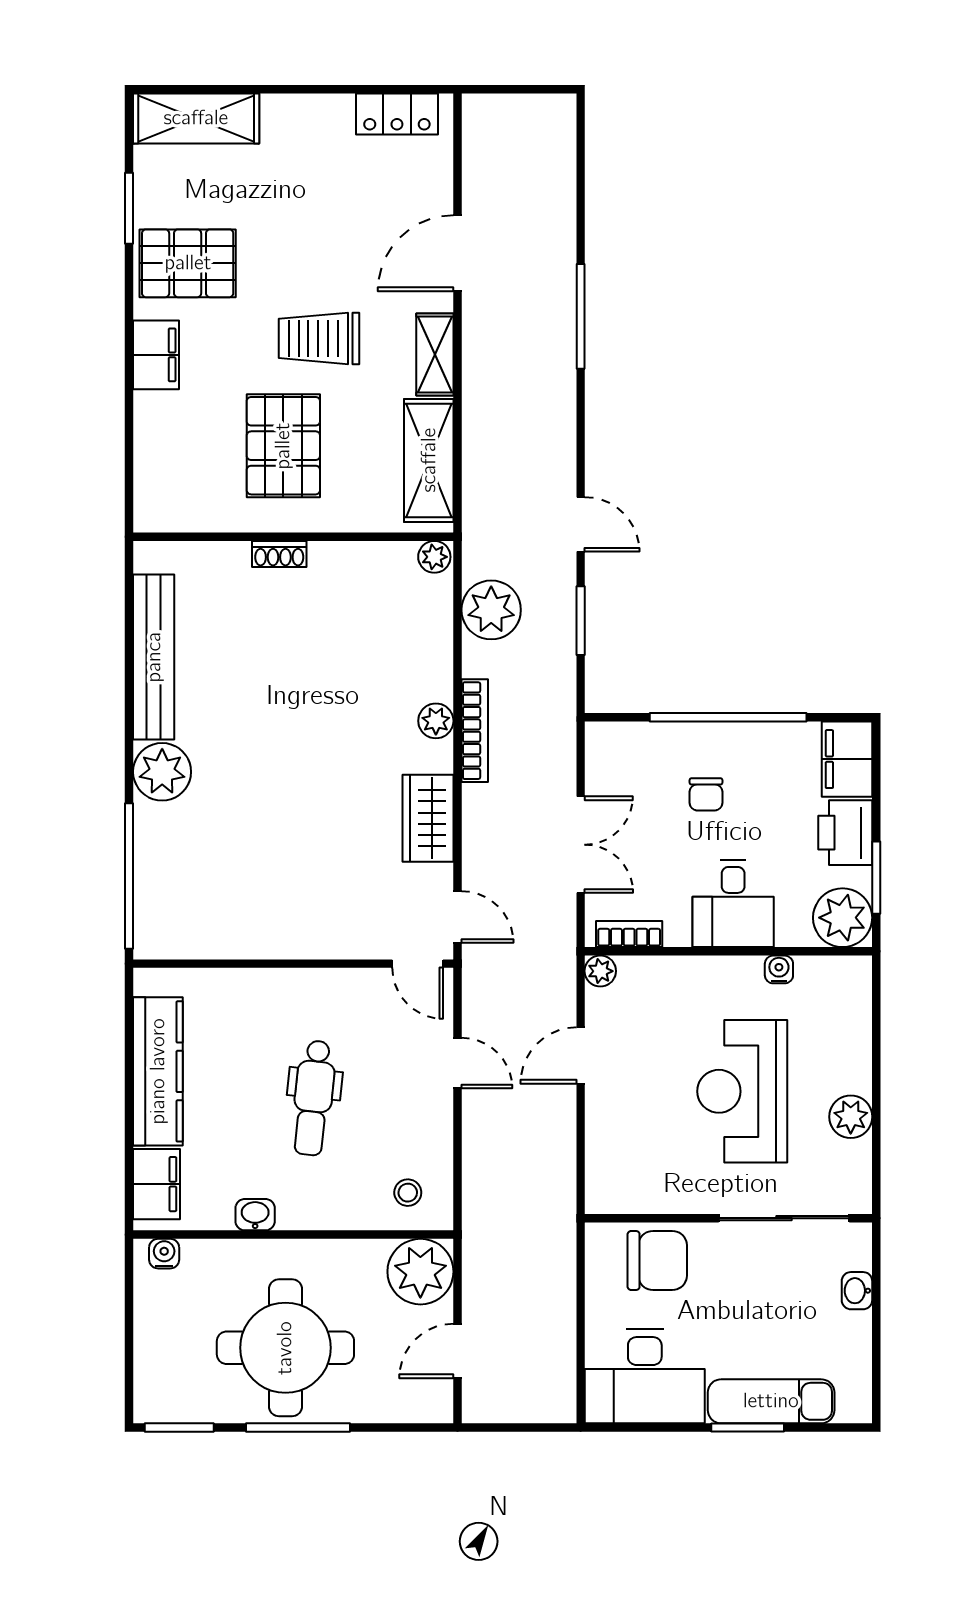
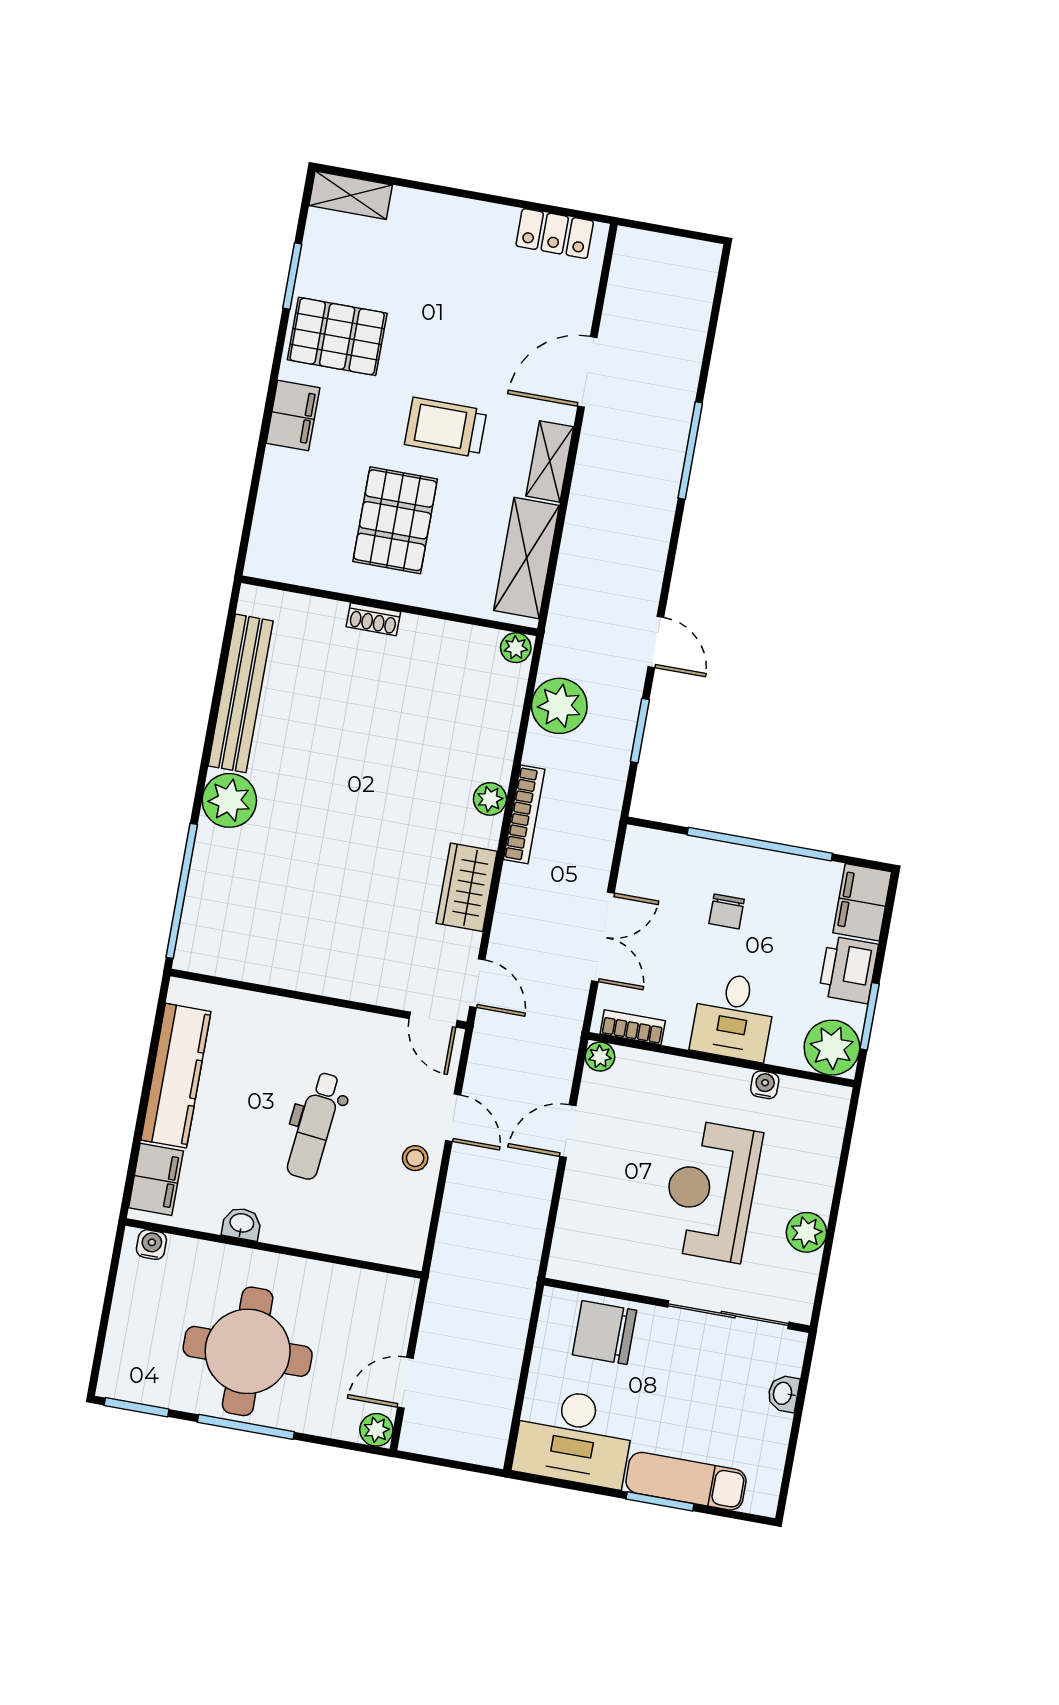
shelving: (196, 118) -> (351, 195), width x0.67, depth x0.75
stool: (408, 1193) -> (415, 1158), moved
chair: (657, 1260) -> (604, 1333), turned 180
plant: (420, 1272) -> (376, 1430), moved, width x0.53, depth x0.53

